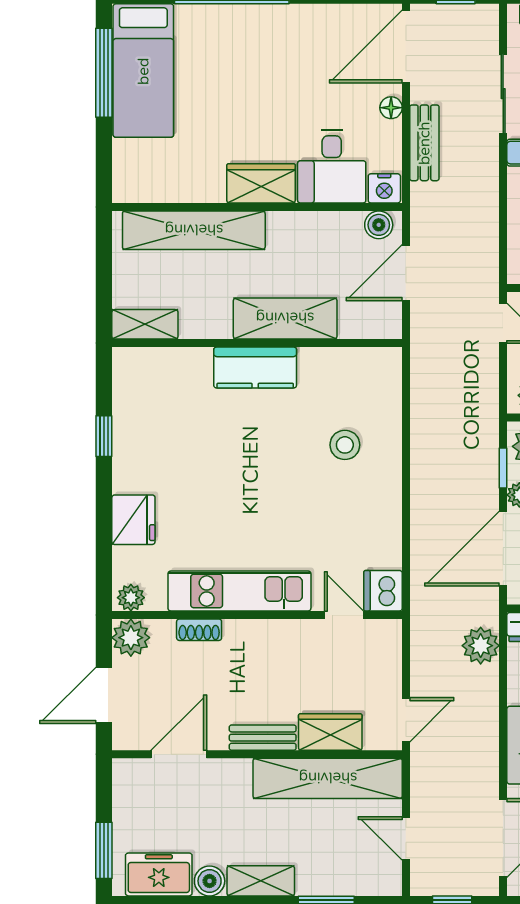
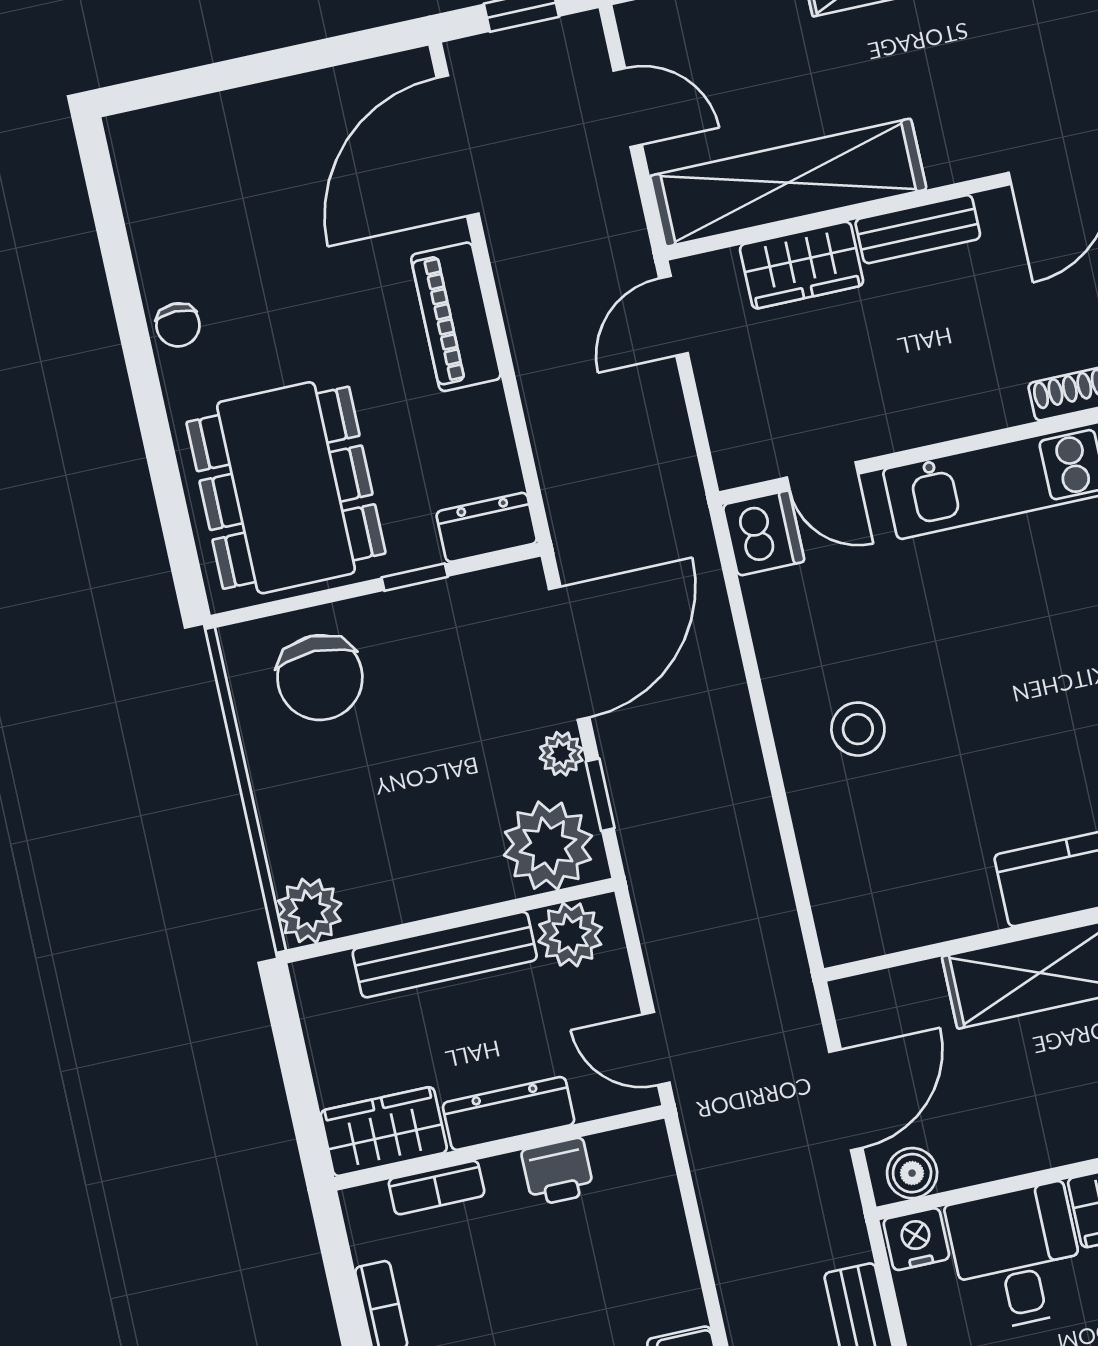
stool: (345, 445) -> (858, 729), moved
plant: (481, 646) -> (571, 475), removed

